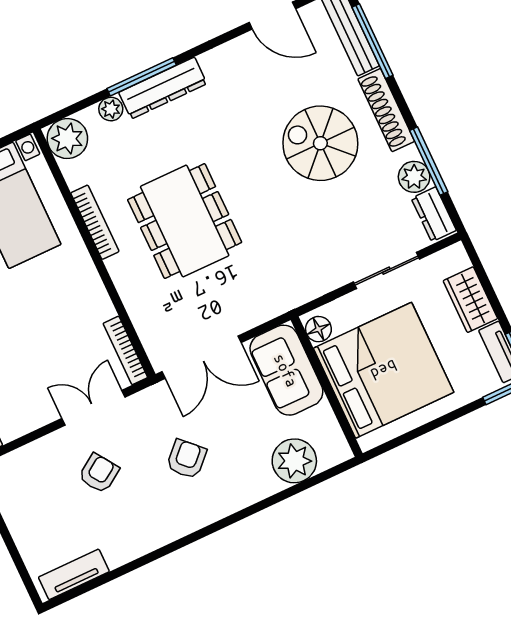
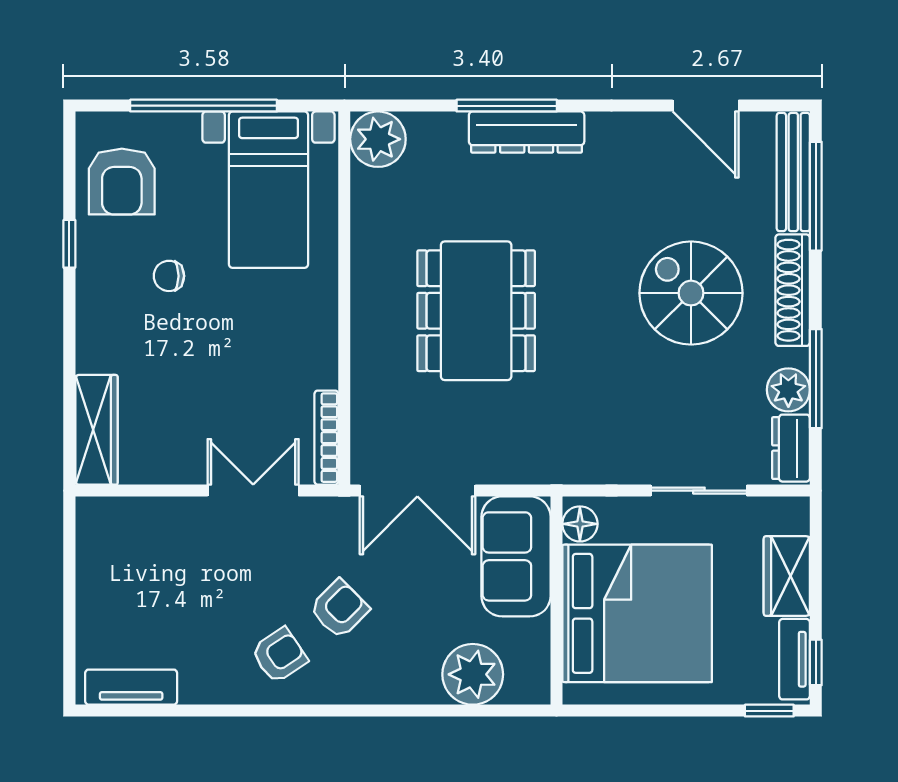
plant: (111, 109) -> (449, 128), removed
bookcase: (95, 222) -> (363, 260), removed
armchair: (99, 473) -> (279, 655), moved

